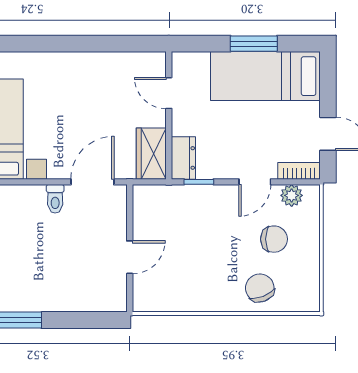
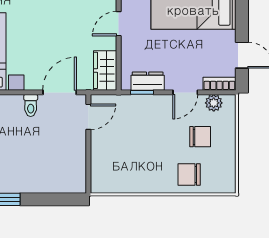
door: (169, 93) -> (119, 24), hinge flipped
dresser: (183, 158) -> (148, 81), moved, turned -90
door: (130, 257) -> (88, 117), moved
chair: (260, 288) -> (189, 175), turned -69

